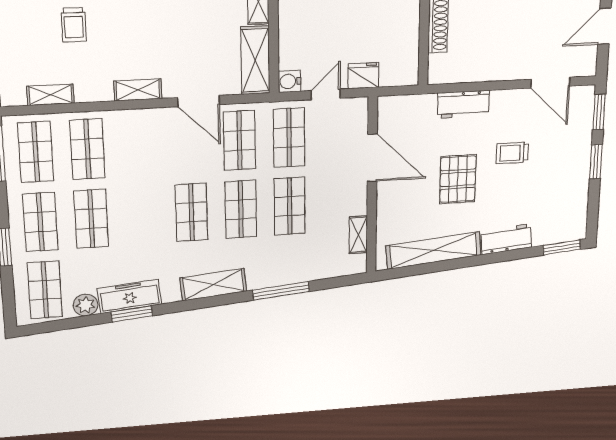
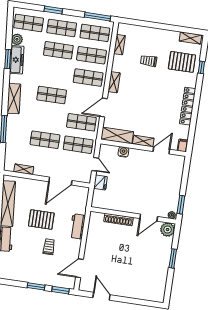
water cooler: (290, 81) -> (123, 152), moved
shop shelf: (241, 209) -> (88, 78), moved

